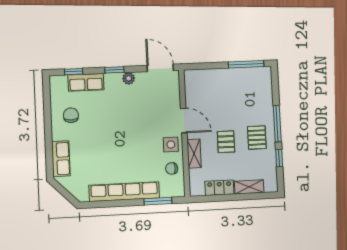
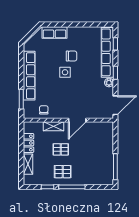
row of seats: (86, 82) -> (107, 52), width x2.02
chair: (71, 115) -> (72, 56), moved
side table: (171, 145) -> (65, 72), moved

